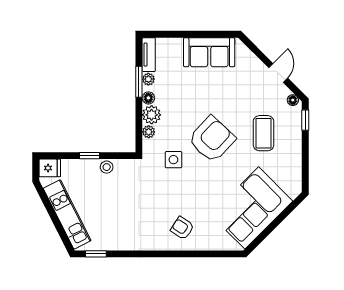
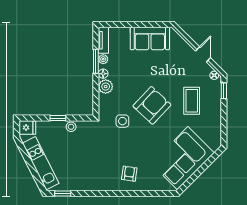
plant: (149, 132) -> (103, 100), removed
armchair: (182, 228) -> (129, 174), turned 65

